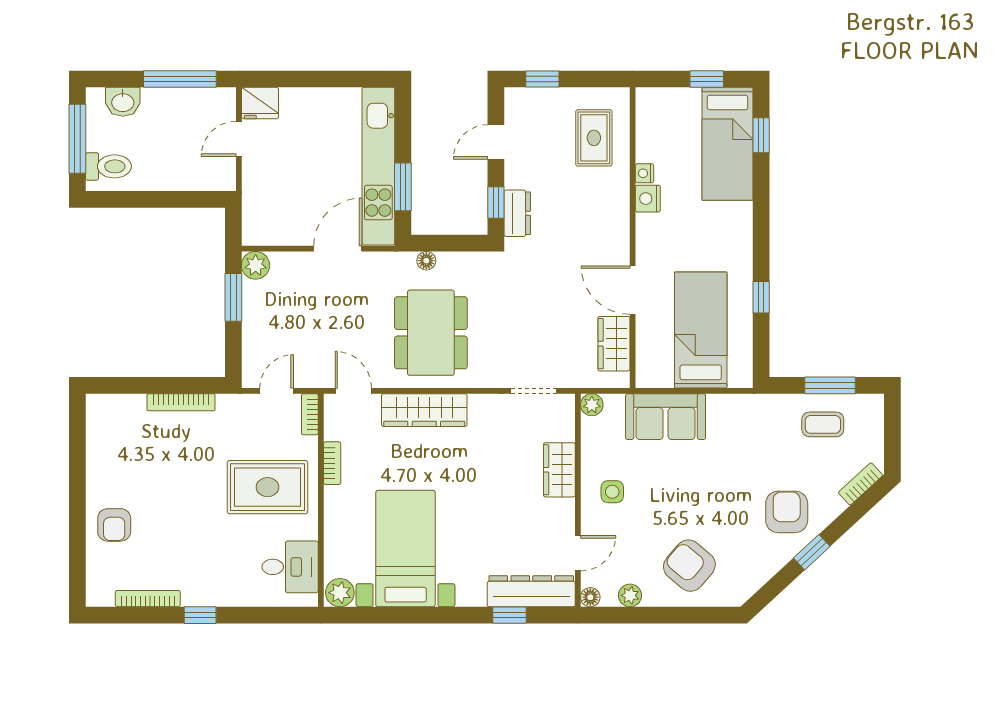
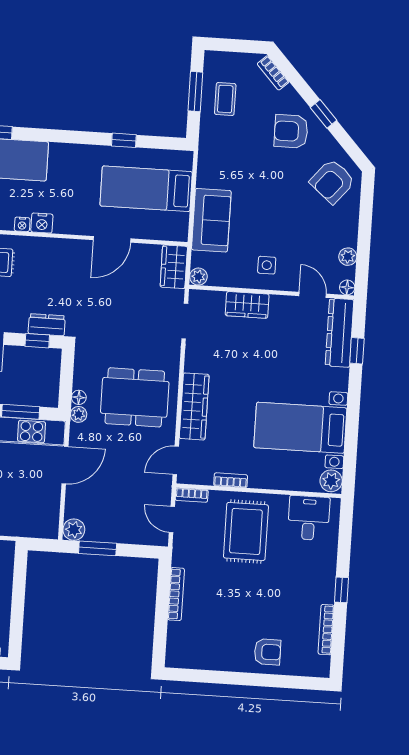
door: (338, 249) -> (65, 465), swing flipped
plant: (404, 262) -> (79, 414), added
wardrobe: (614, 344) -> (174, 267), moved, turned 90
armchair: (689, 566) -> (332, 181), moved

